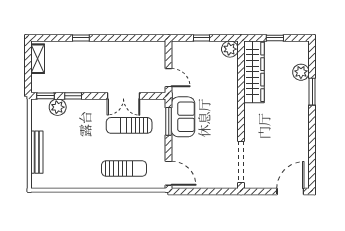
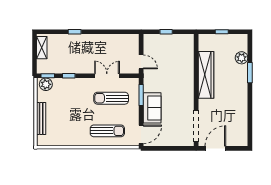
plant: (230, 49) -> (188, 40), removed
wardrobe: (254, 72) -> (206, 75), moved
double door: (123, 96) -> (107, 76), swing flipped
plant: (58, 107) -> (46, 84), moved
sofa: (183, 117) -> (152, 108), moved
door: (169, 173) -> (141, 134), hinge flipped
door: (290, 192) -> (215, 148), moved

